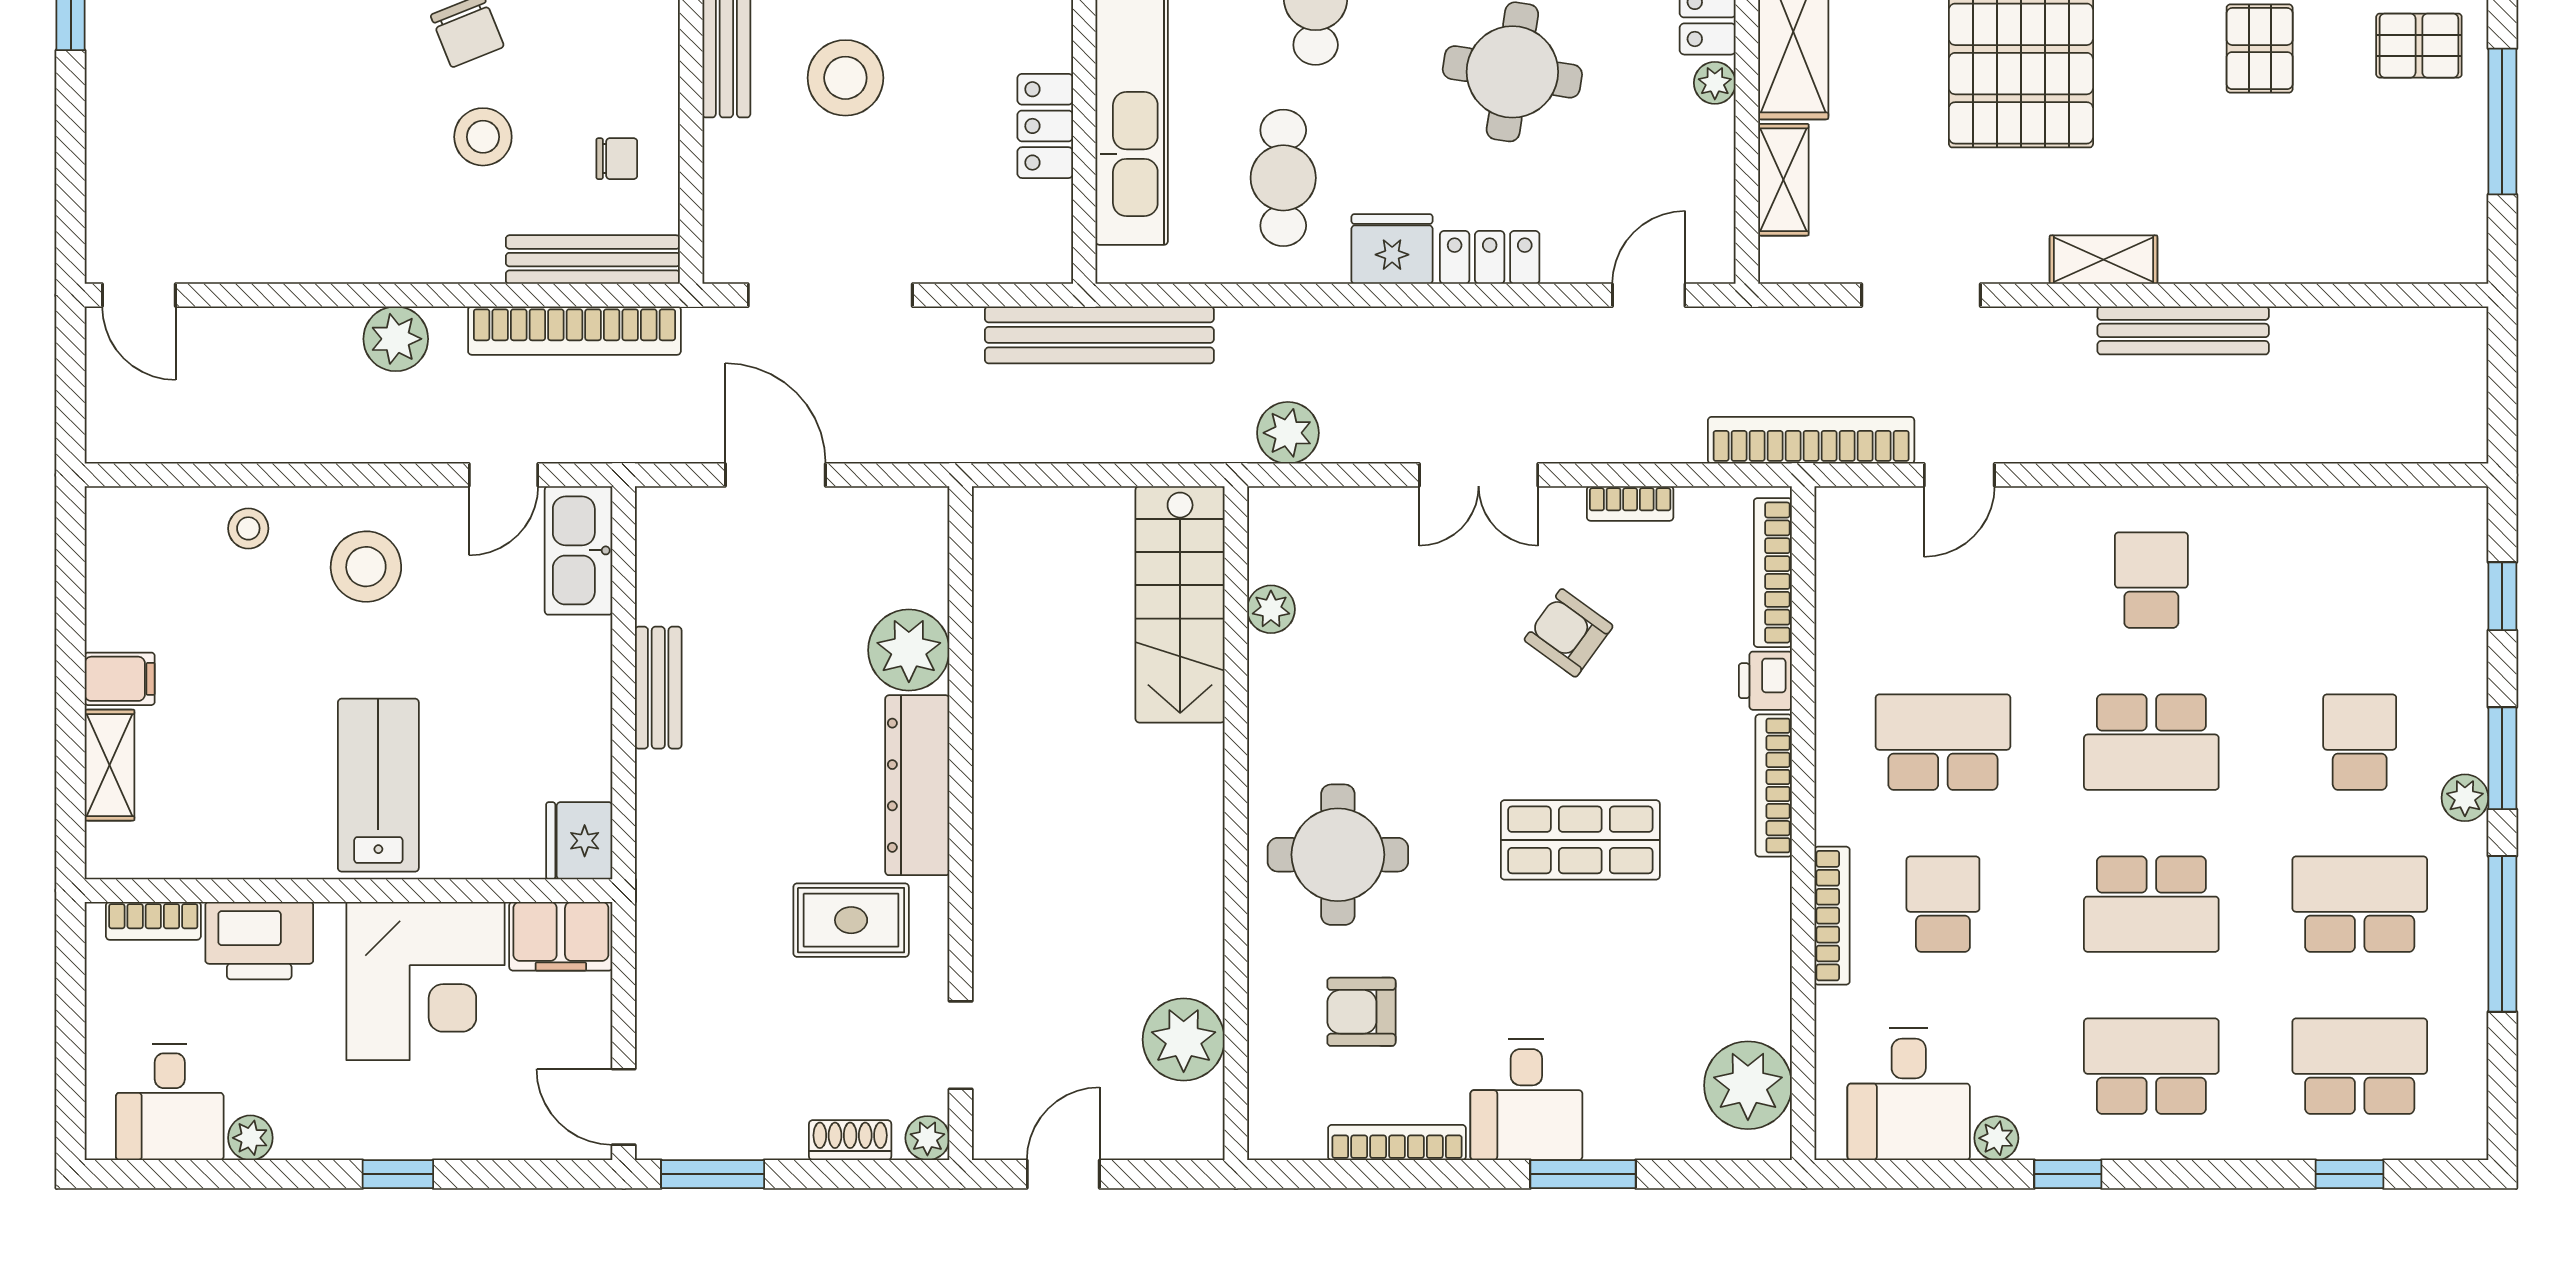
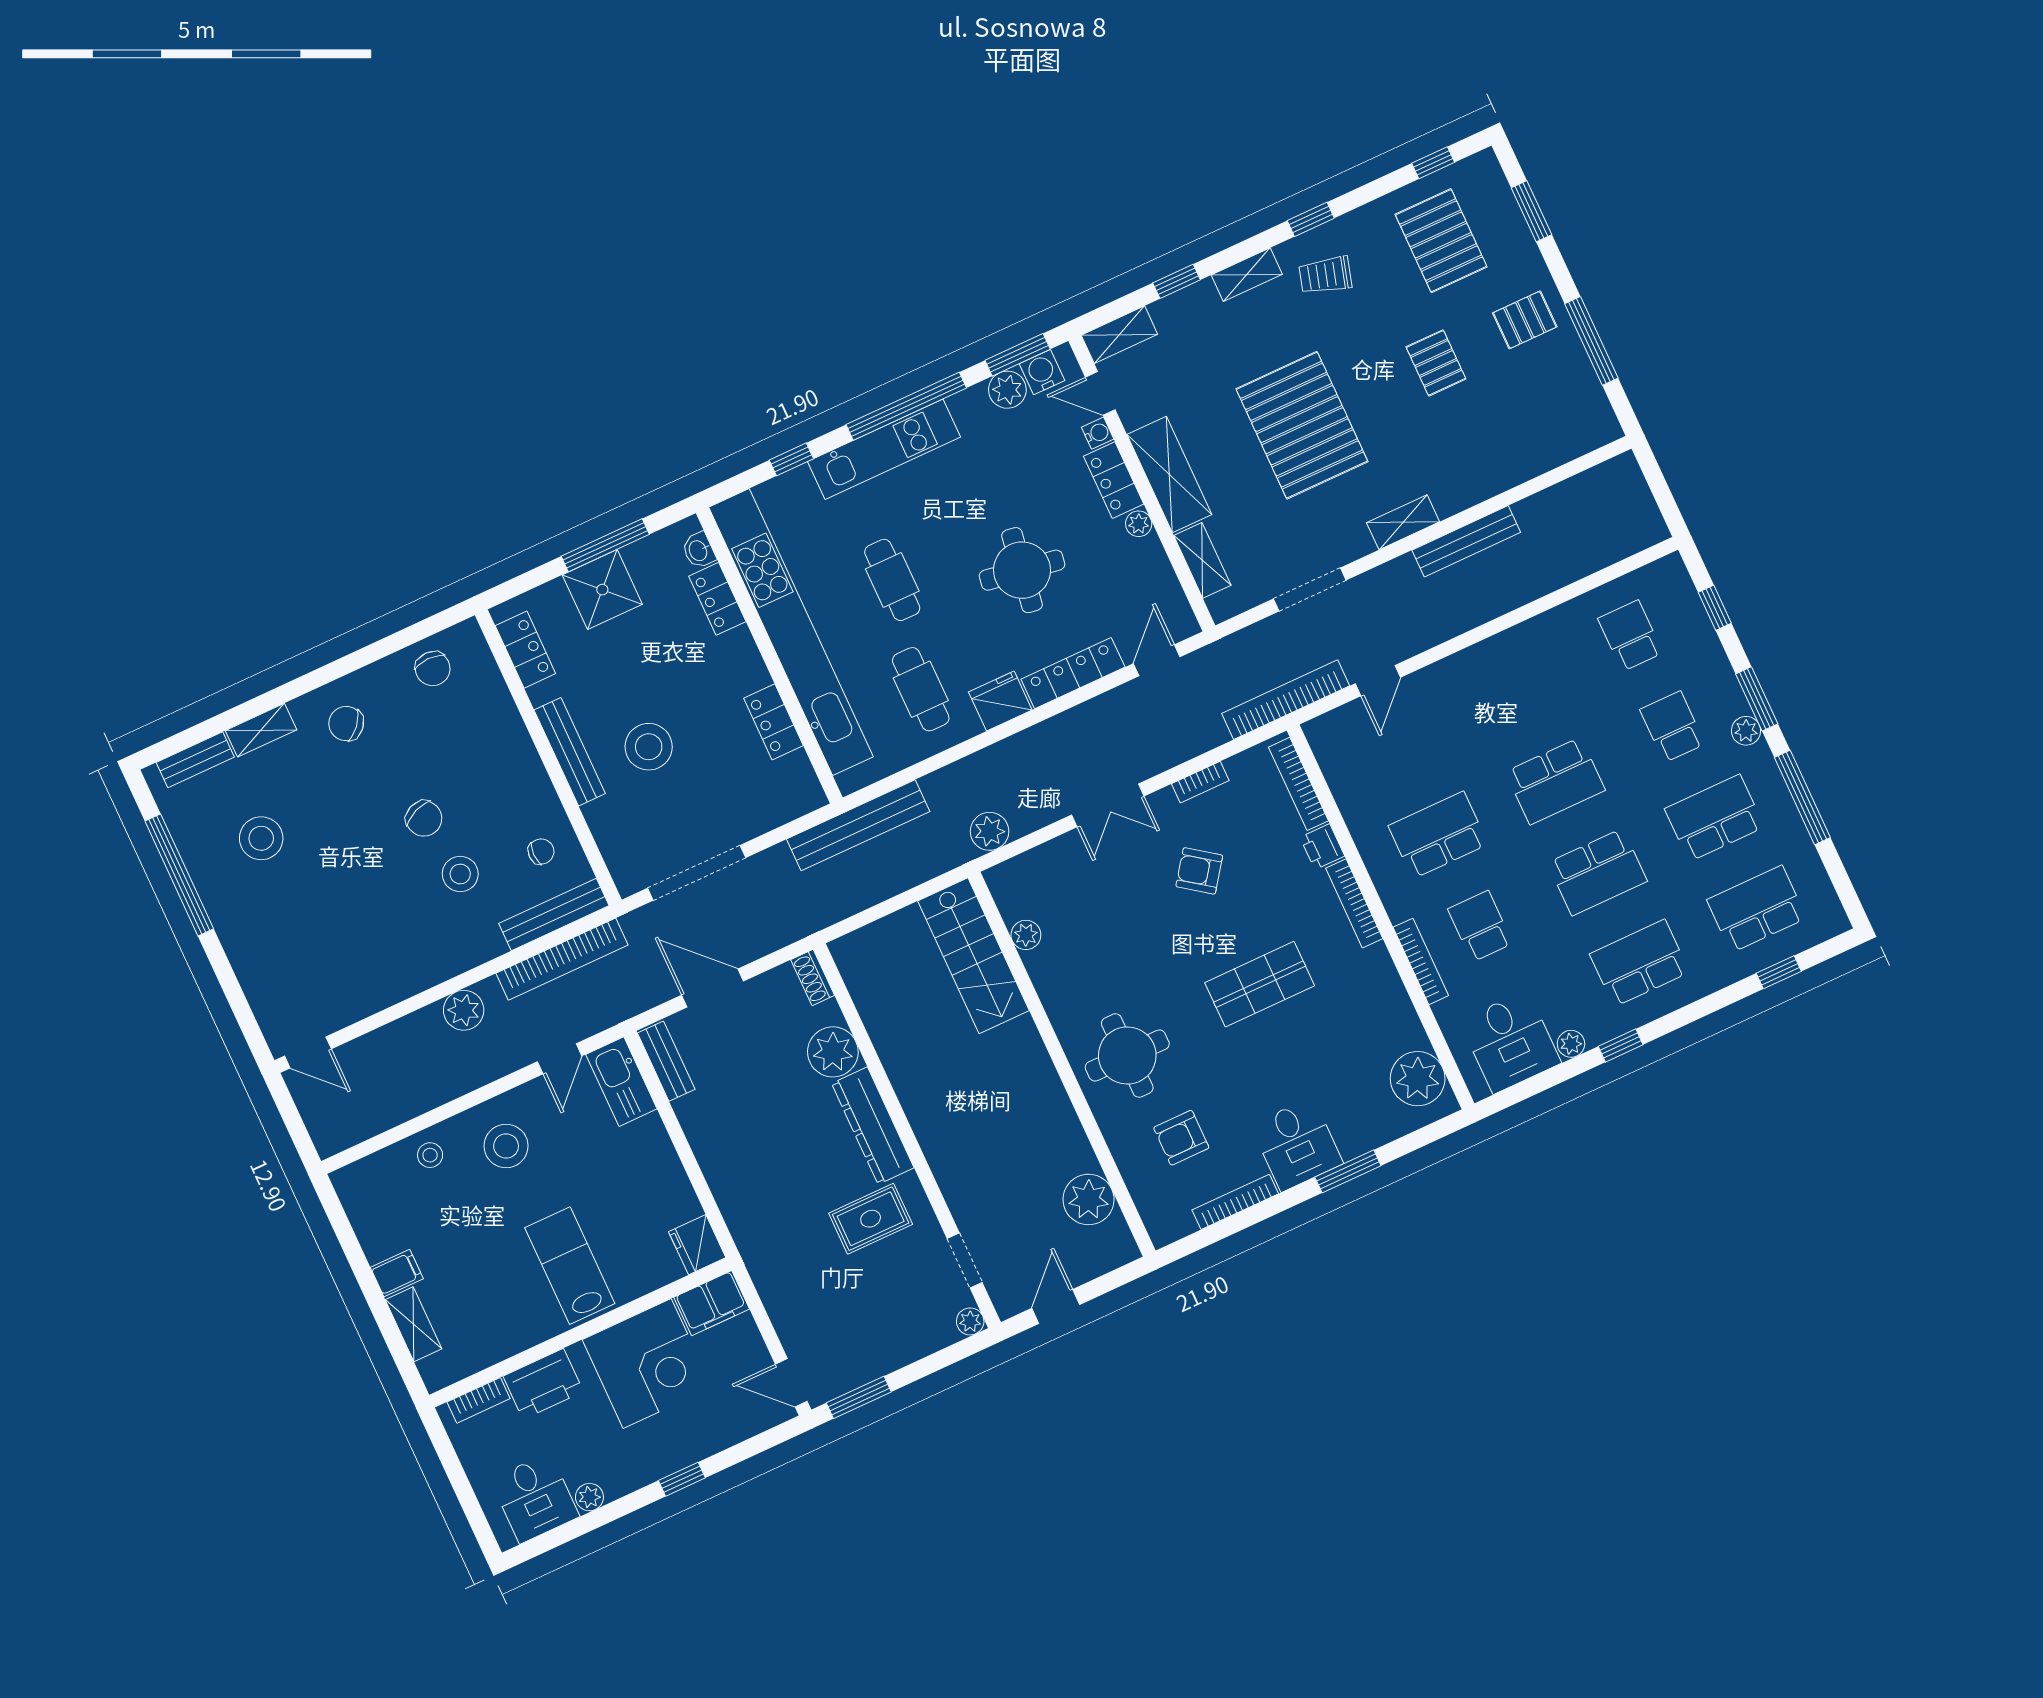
locker: (1490, 257) -> (1073, 673), width x1.53
school desk: (2151, 580) -> (1630, 636), moved
bench: (658, 688) -> (666, 1061), moved
shoe rack: (850, 1140) -> (813, 978), moved, turned -90

